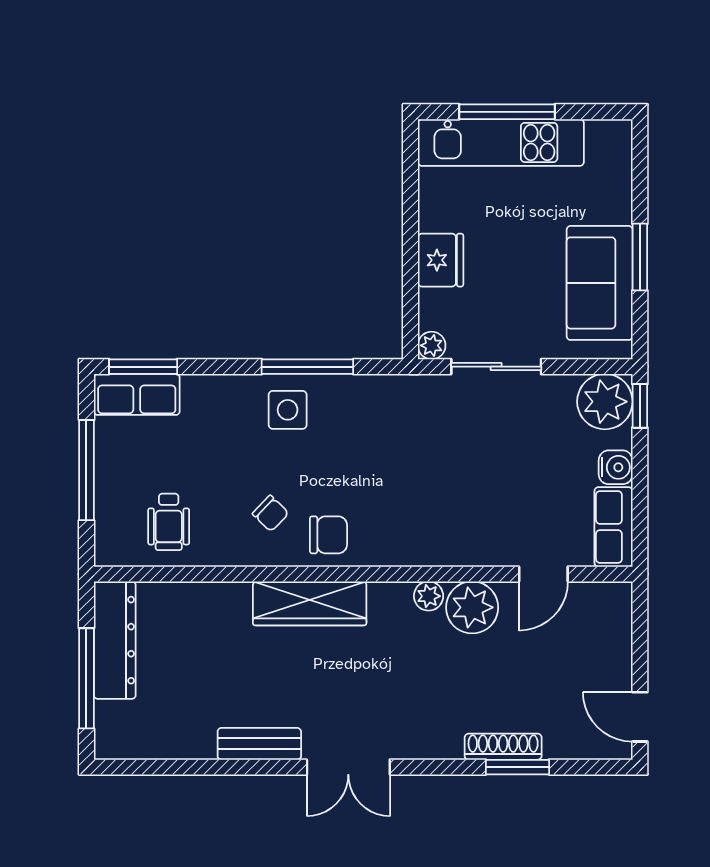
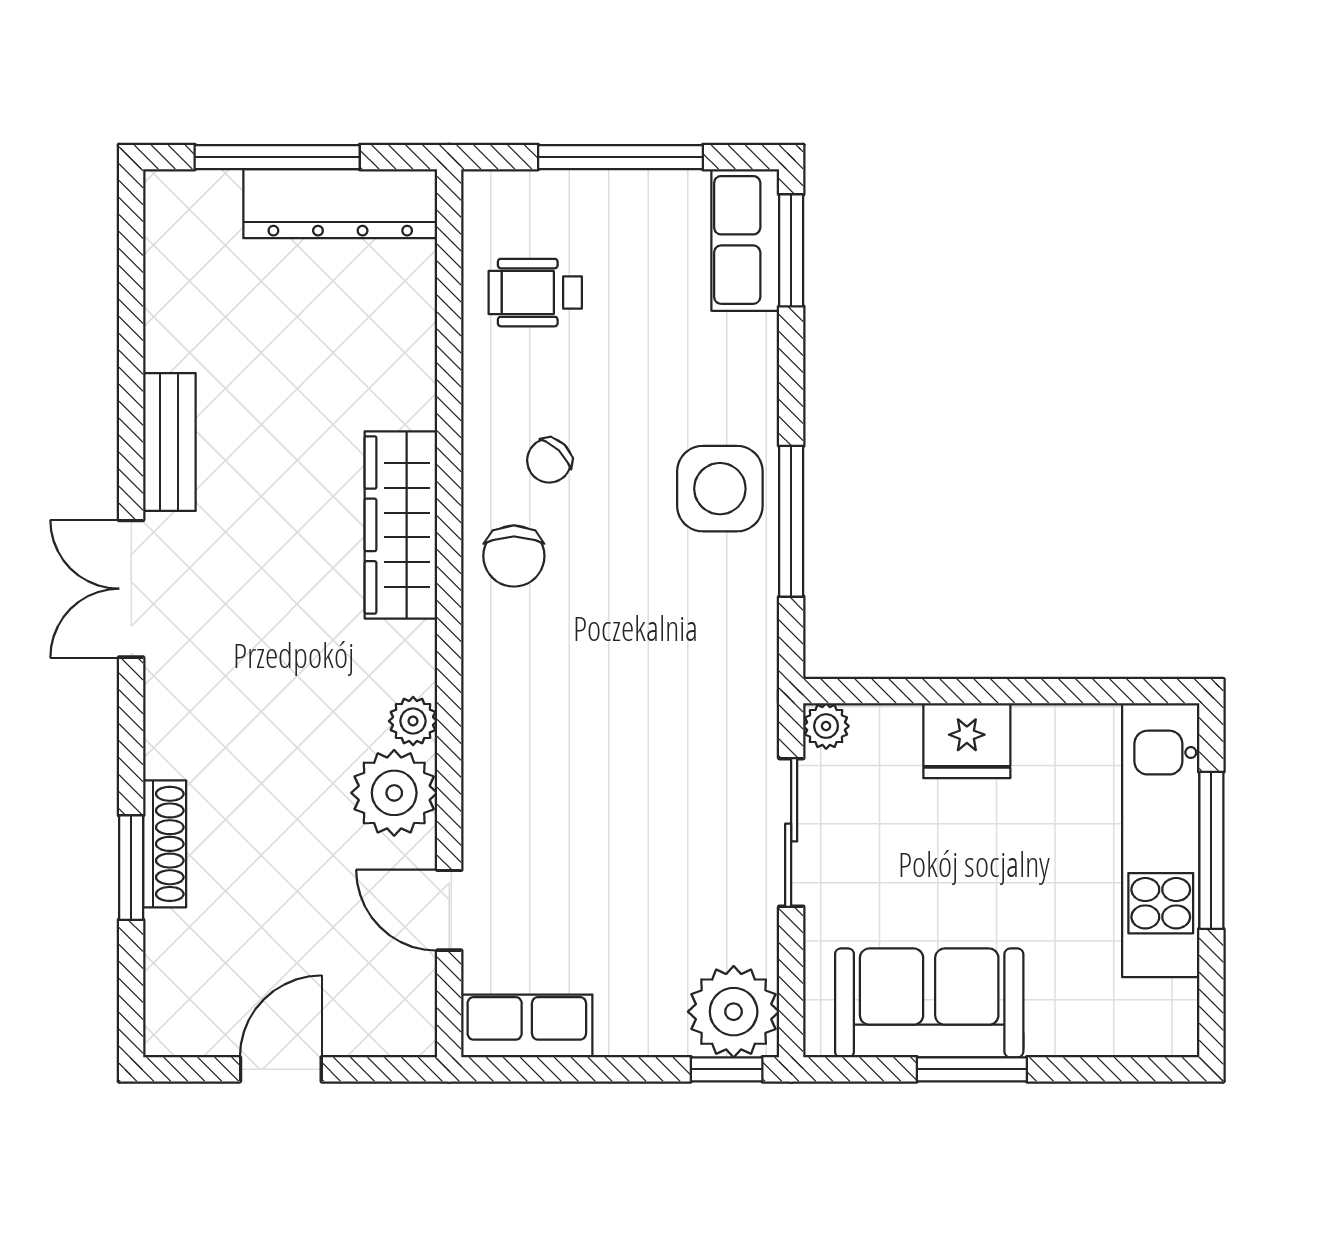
side table: (288, 410) -> (720, 489), width x1.37, depth x1.37
water cooler: (616, 467) -> (625, 1029), removed
door: (640, 717) -> (281, 1069), moved

